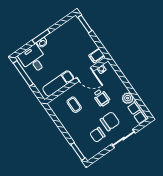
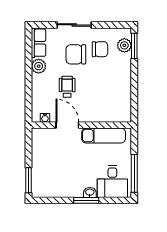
filing cabinet: (97, 56) -> (40, 137), removed
coffee table: (74, 105) -> (102, 100), removed
plant: (84, 148) -> (124, 45), added

